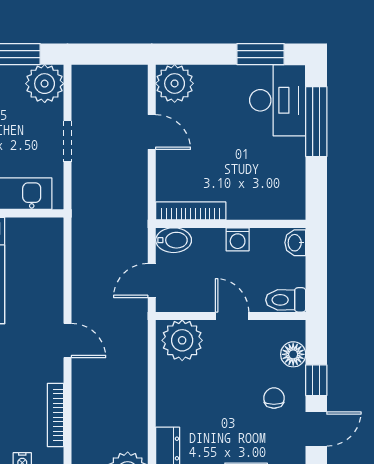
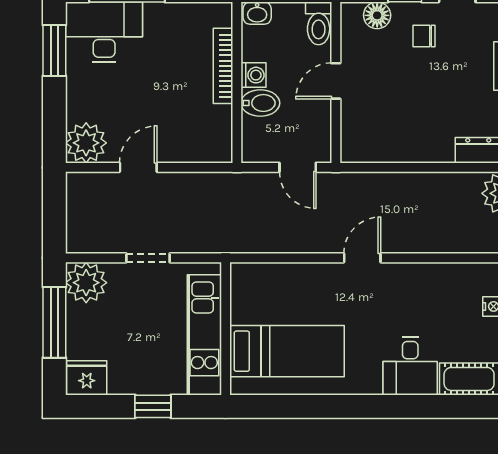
bookcase: (191, 211) -> (223, 66), moved
bidet: (174, 240) -> (260, 103), moved, turned 90
plant: (182, 340) -> (362, 135), removed
bookcase: (55, 415) -> (442, 271), removed

